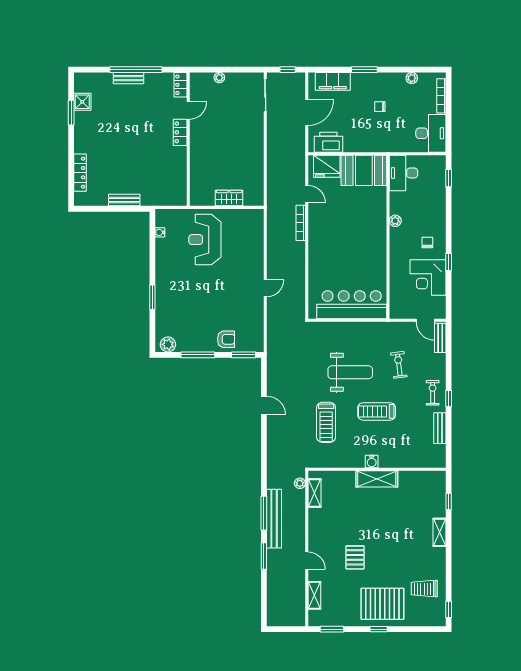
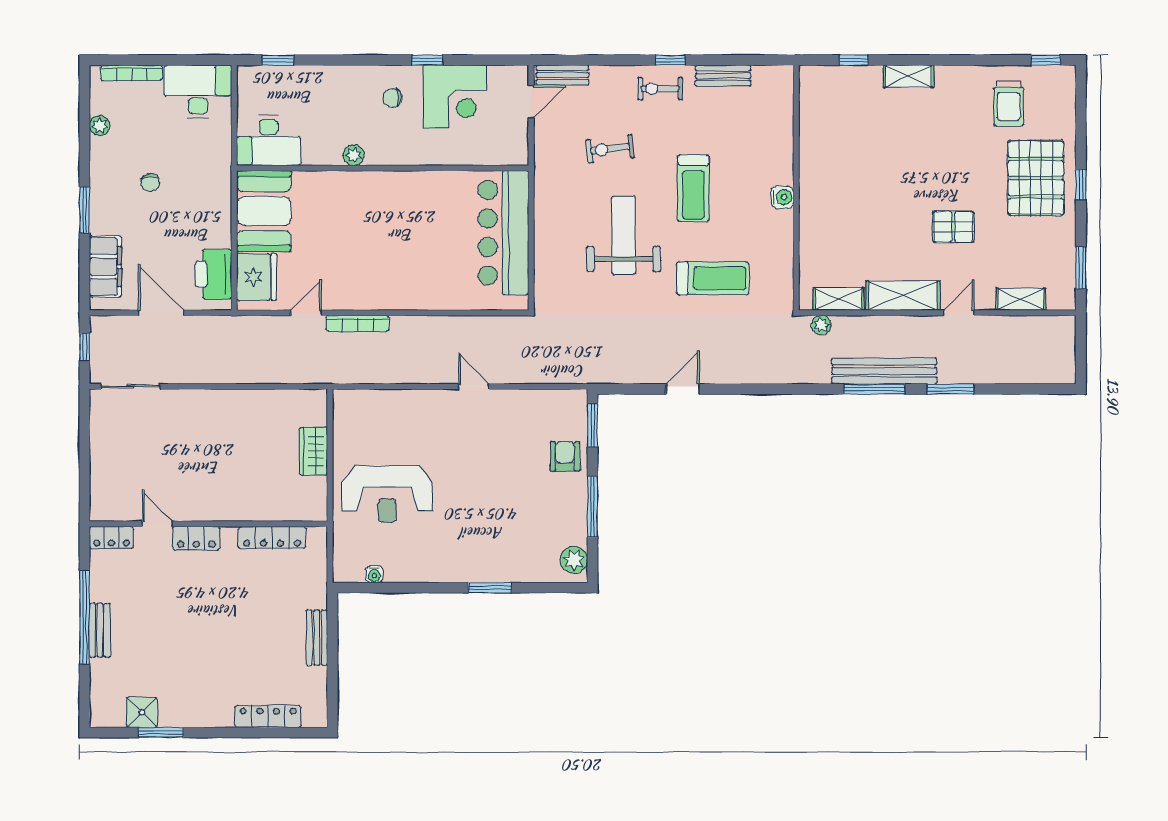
plant: (219, 78) -> (99, 468), removed
locker: (180, 175) -> (272, 538), added
shelving: (377, 479) -> (903, 296), moved, turned 90

